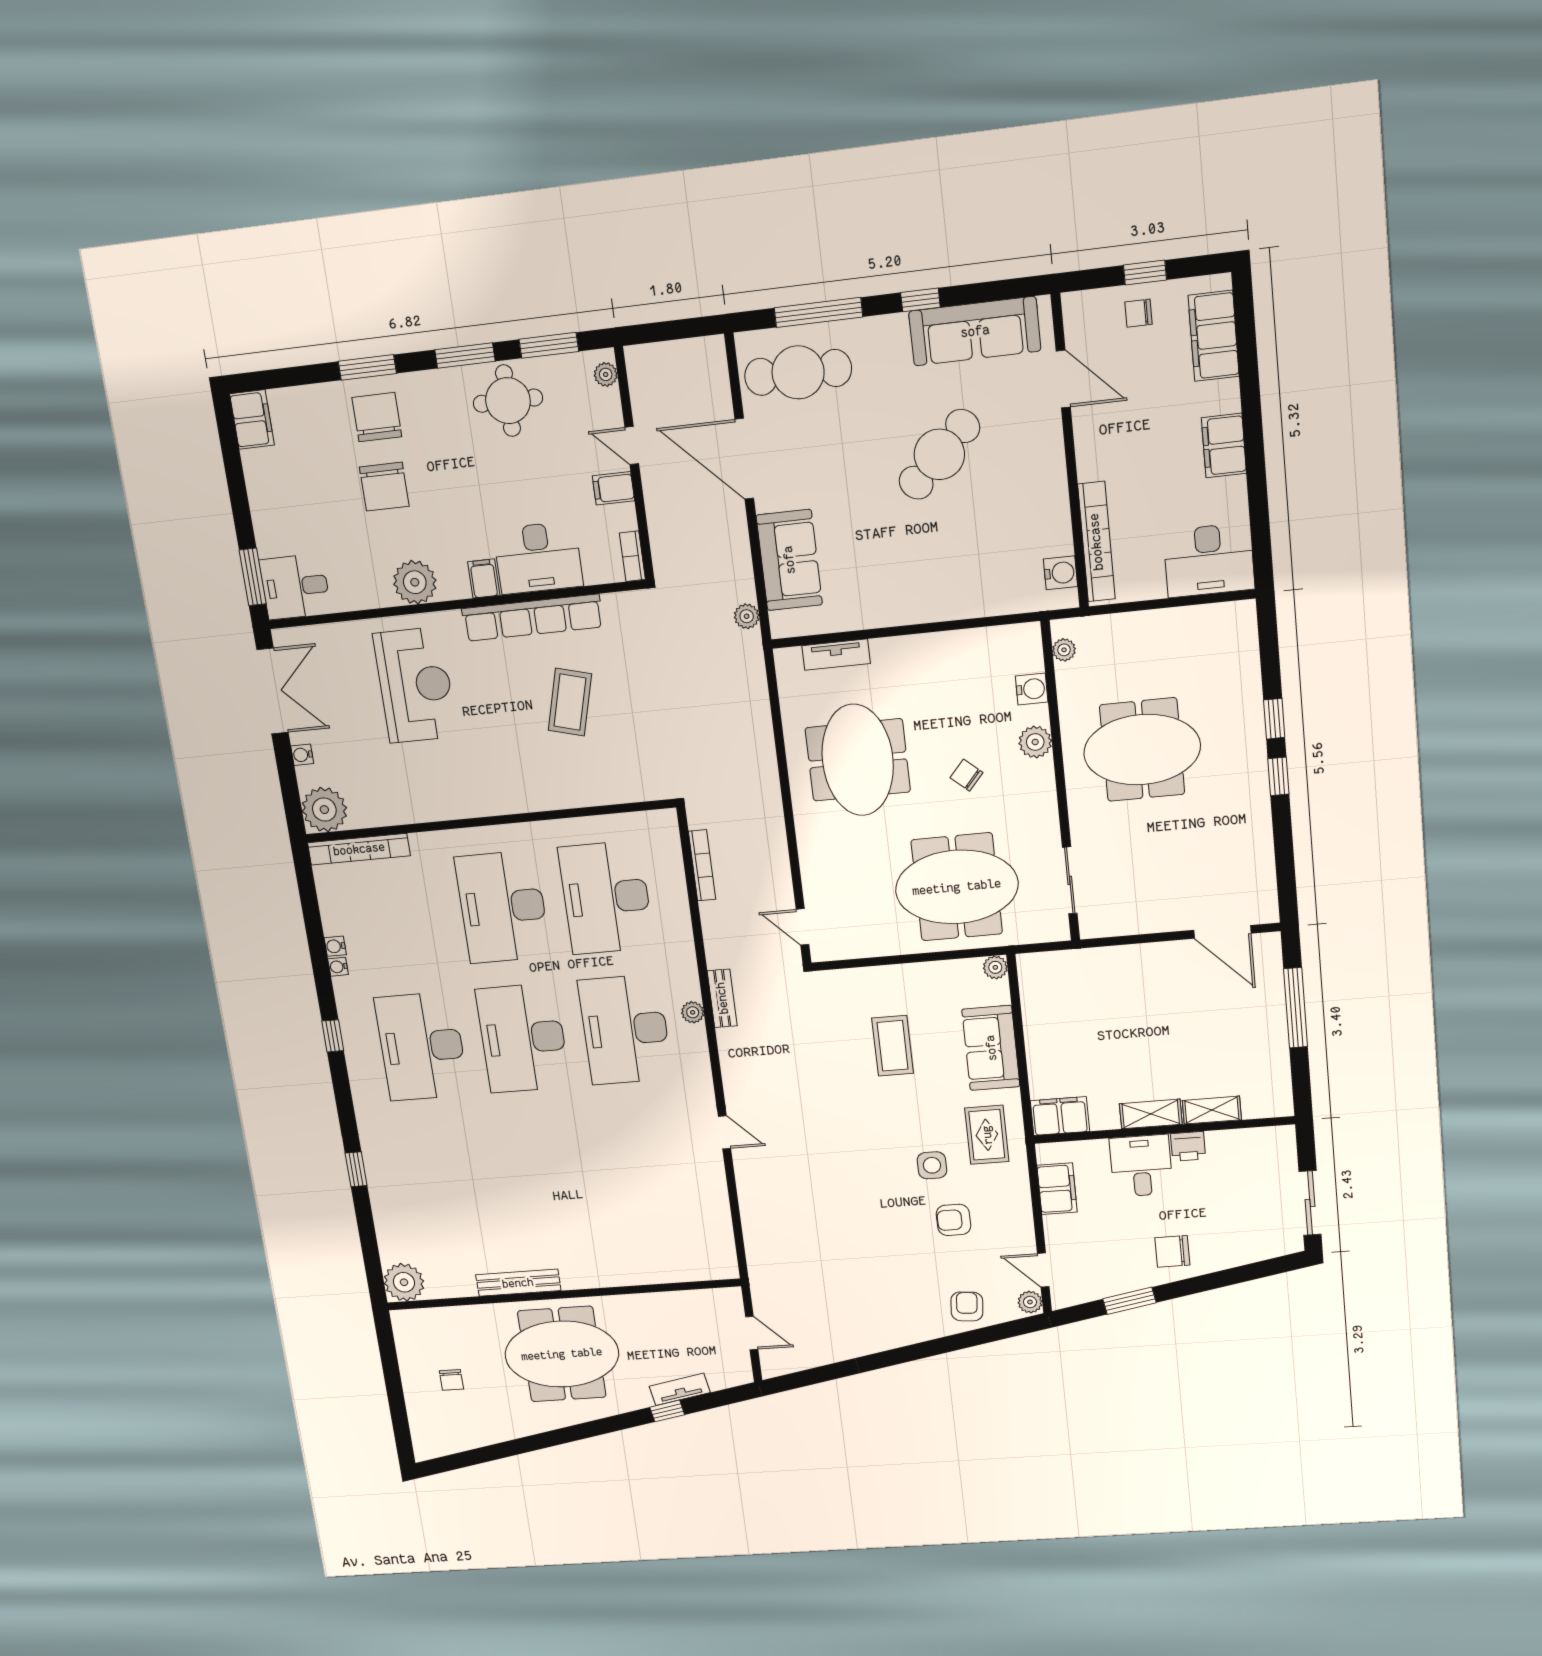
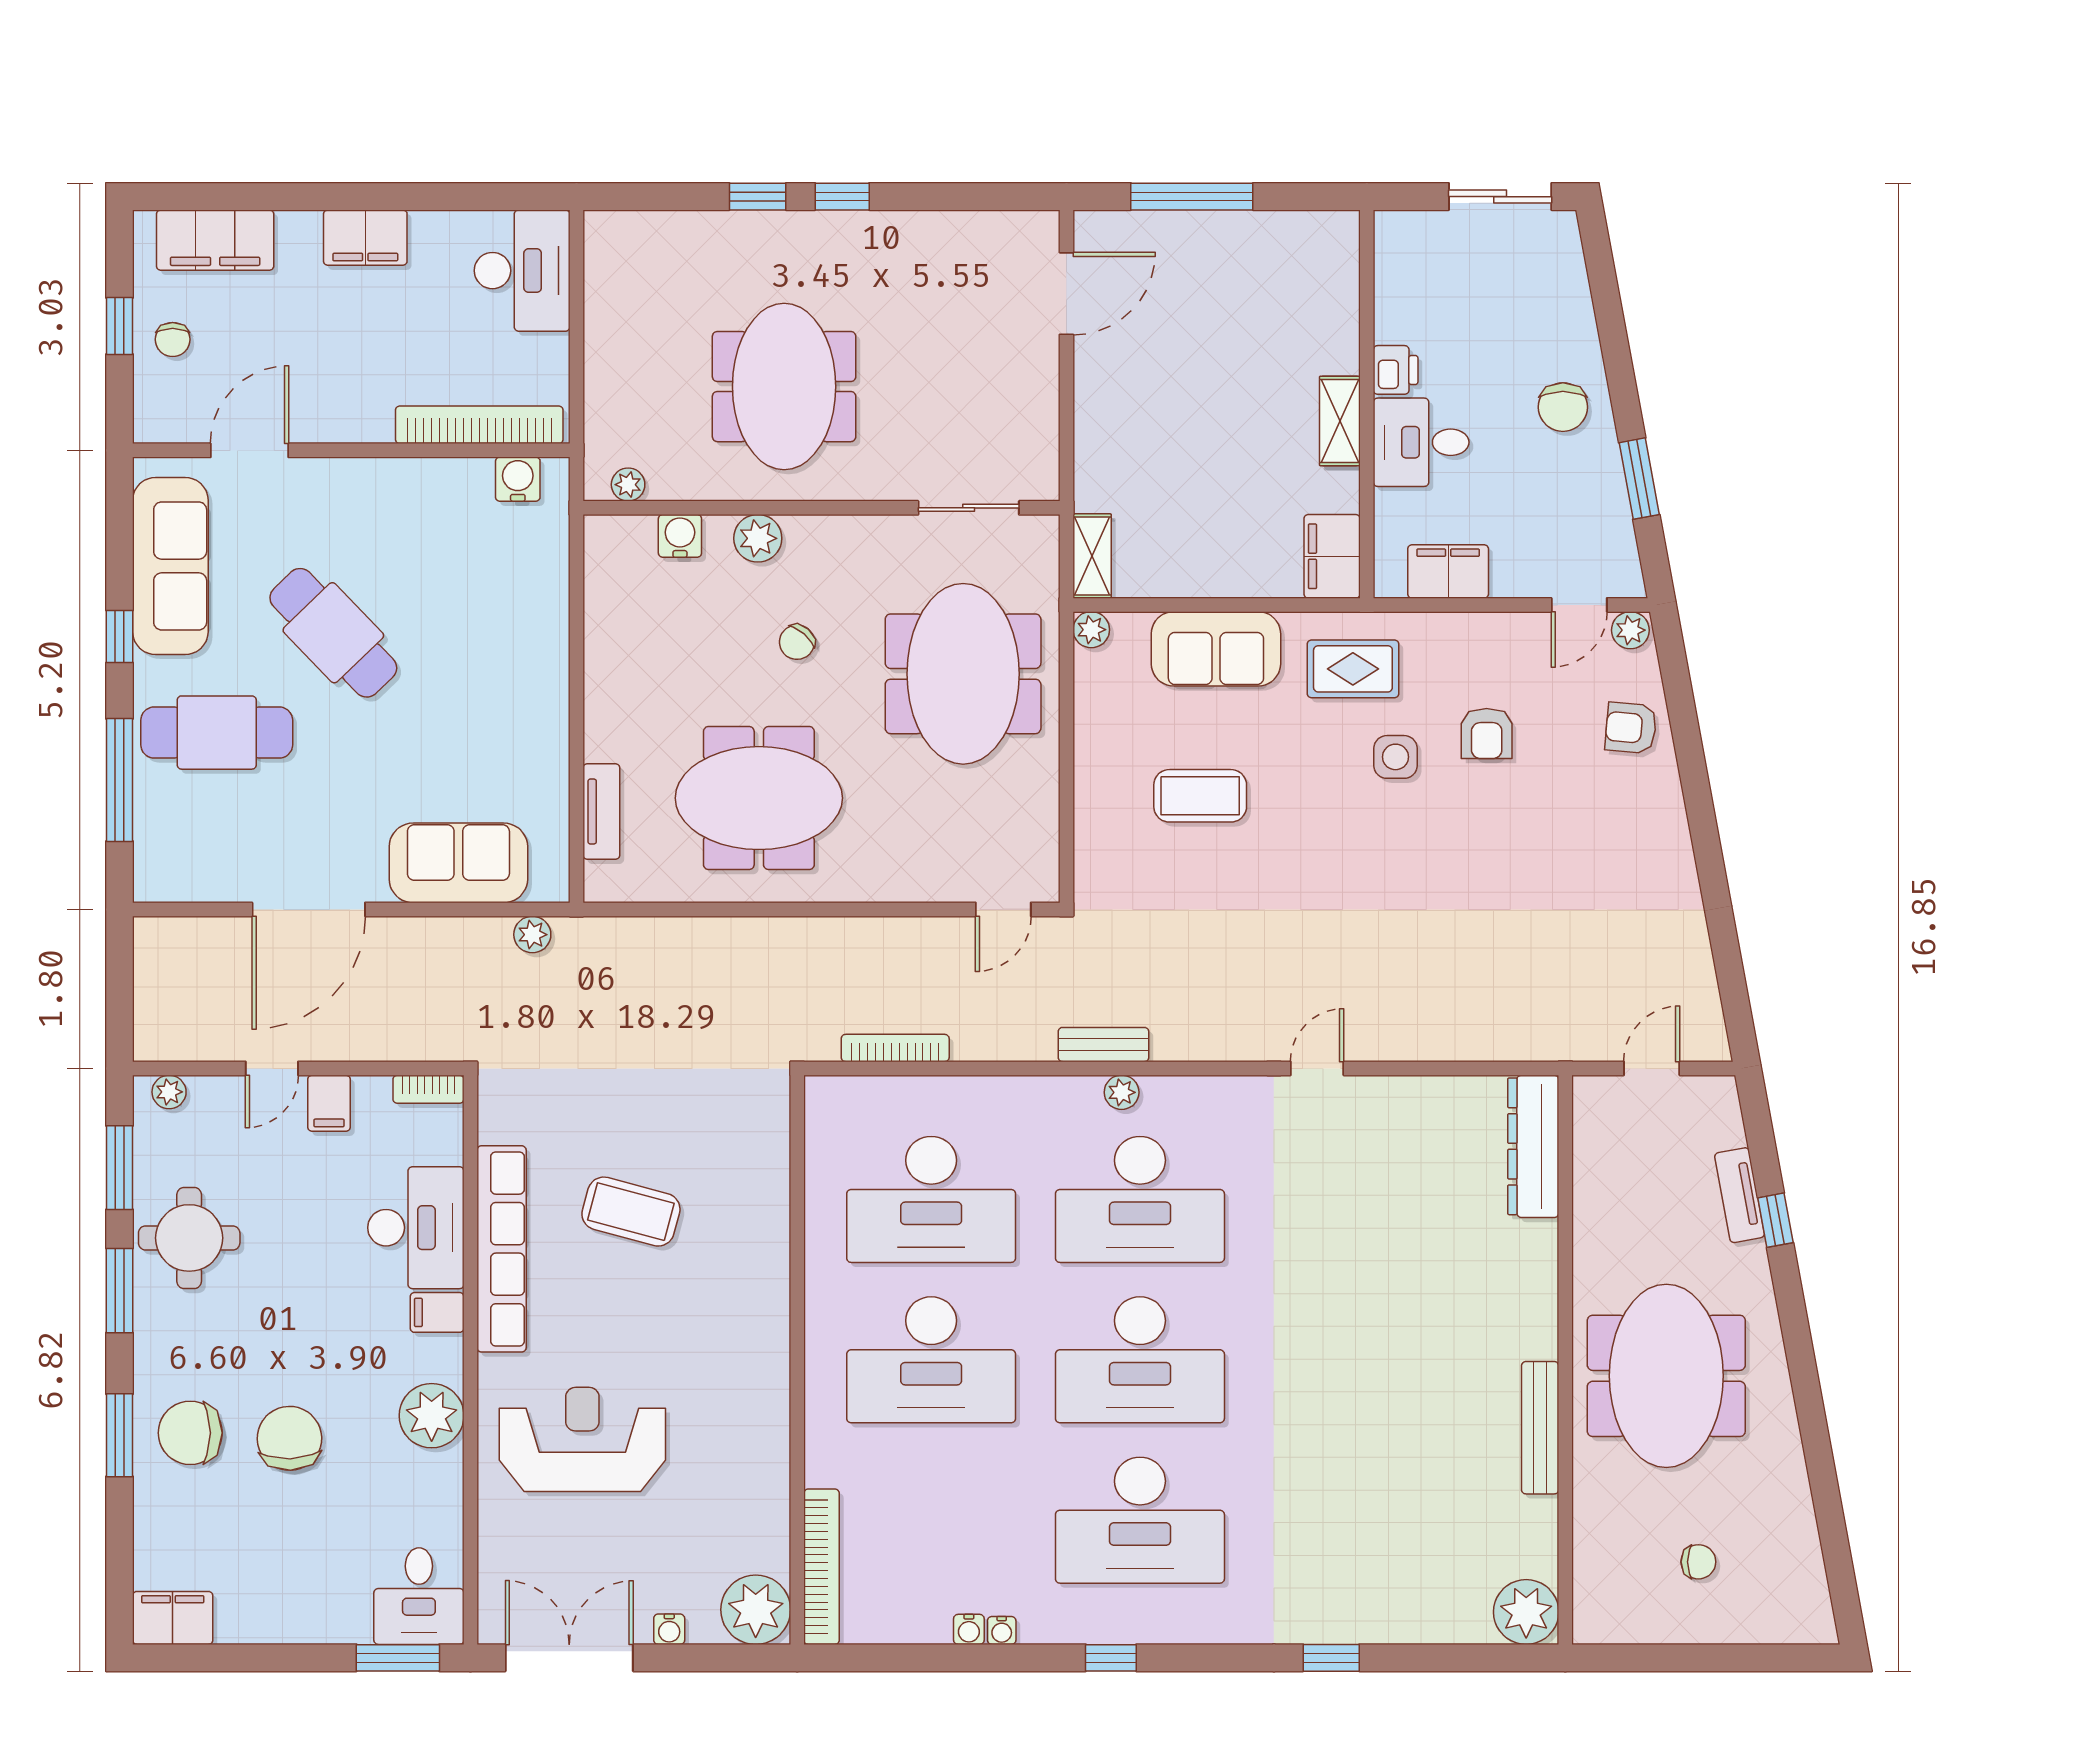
cafe table: (798, 372) -> (217, 733), moved, turned 90
chair: (384, 487) -> (289, 1438), turned -92
shelving: (1212, 1110) -> (1092, 556), moved
dresser: (693, 1266) -> (1533, 1146), added

